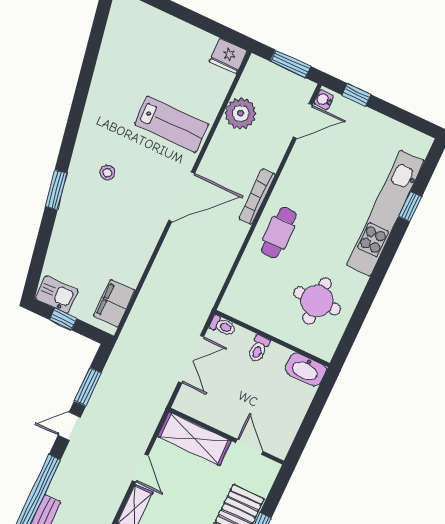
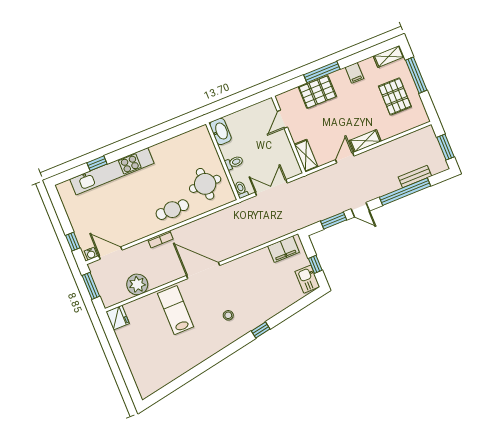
window: (56, 190) -> (261, 330), width x0.67
bookcase: (257, 196) -> (160, 239), width x0.64
round table: (317, 301) -> (205, 184), moved
shelving: (194, 439) -> (306, 156), width x0.67, depth x0.75

